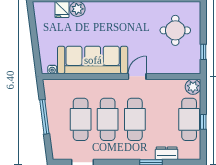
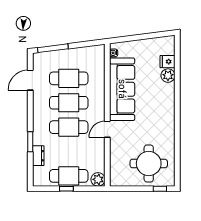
round table: (175, 30) -> (149, 163), width x1.36, depth x1.36
window: (203, 52) -> (160, 189), moved
door: (137, 76) -> (107, 129), swing flipped
window: (44, 117) -> (53, 48), moved

